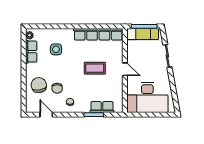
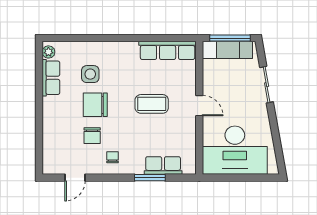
row of seats: (98, 34) -> (168, 50), width x0.73
chair: (39, 85) -> (95, 105), moved, turned -81
door: (46, 115) -> (75, 178), swing flipped

